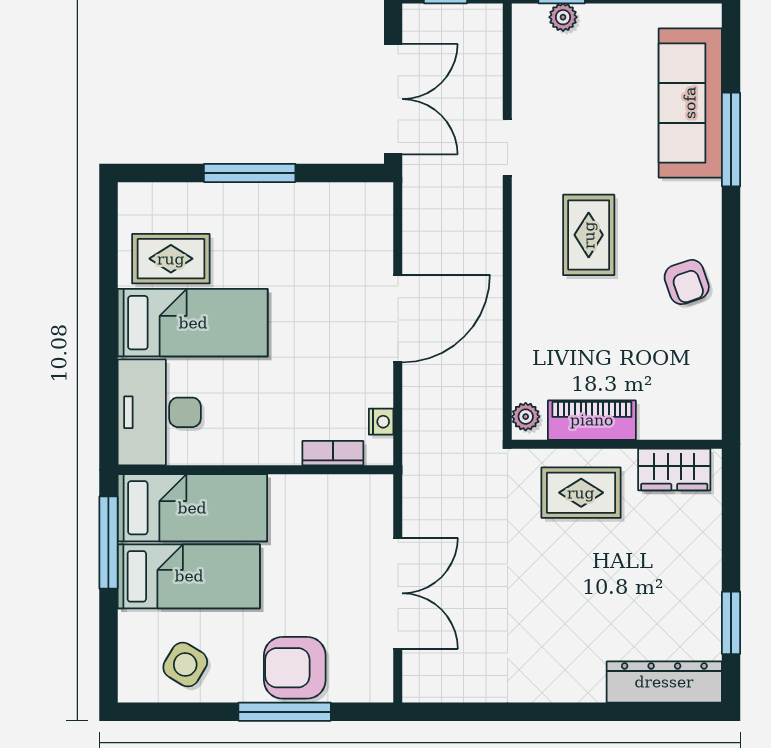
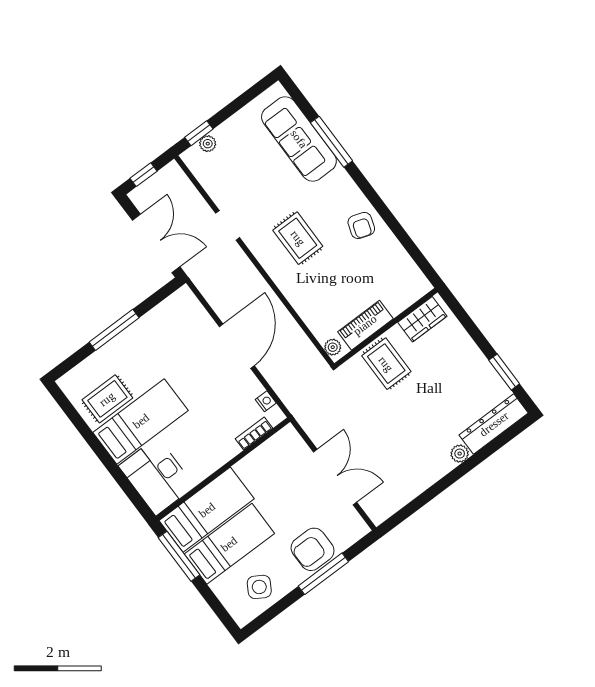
armchair: (687, 282) -> (361, 226), turned 38
rug: (581, 493) -> (386, 364), turned 90
plant: (589, 688) -> (460, 454), added

